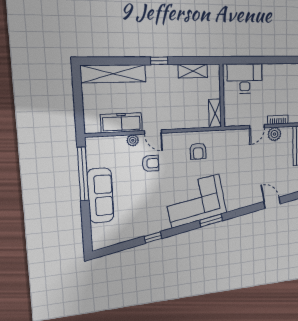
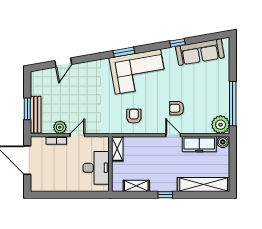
desk: (245, 78) -> (96, 168), moved, turned -90
boiler: (93, 127) -> (223, 142), added
plant: (133, 140) -> (221, 125), moved, width x1.88, depth x1.88
sofa: (100, 196) -> (200, 52), moved, turned -100
door: (272, 203) -> (63, 63), hinge flipped

